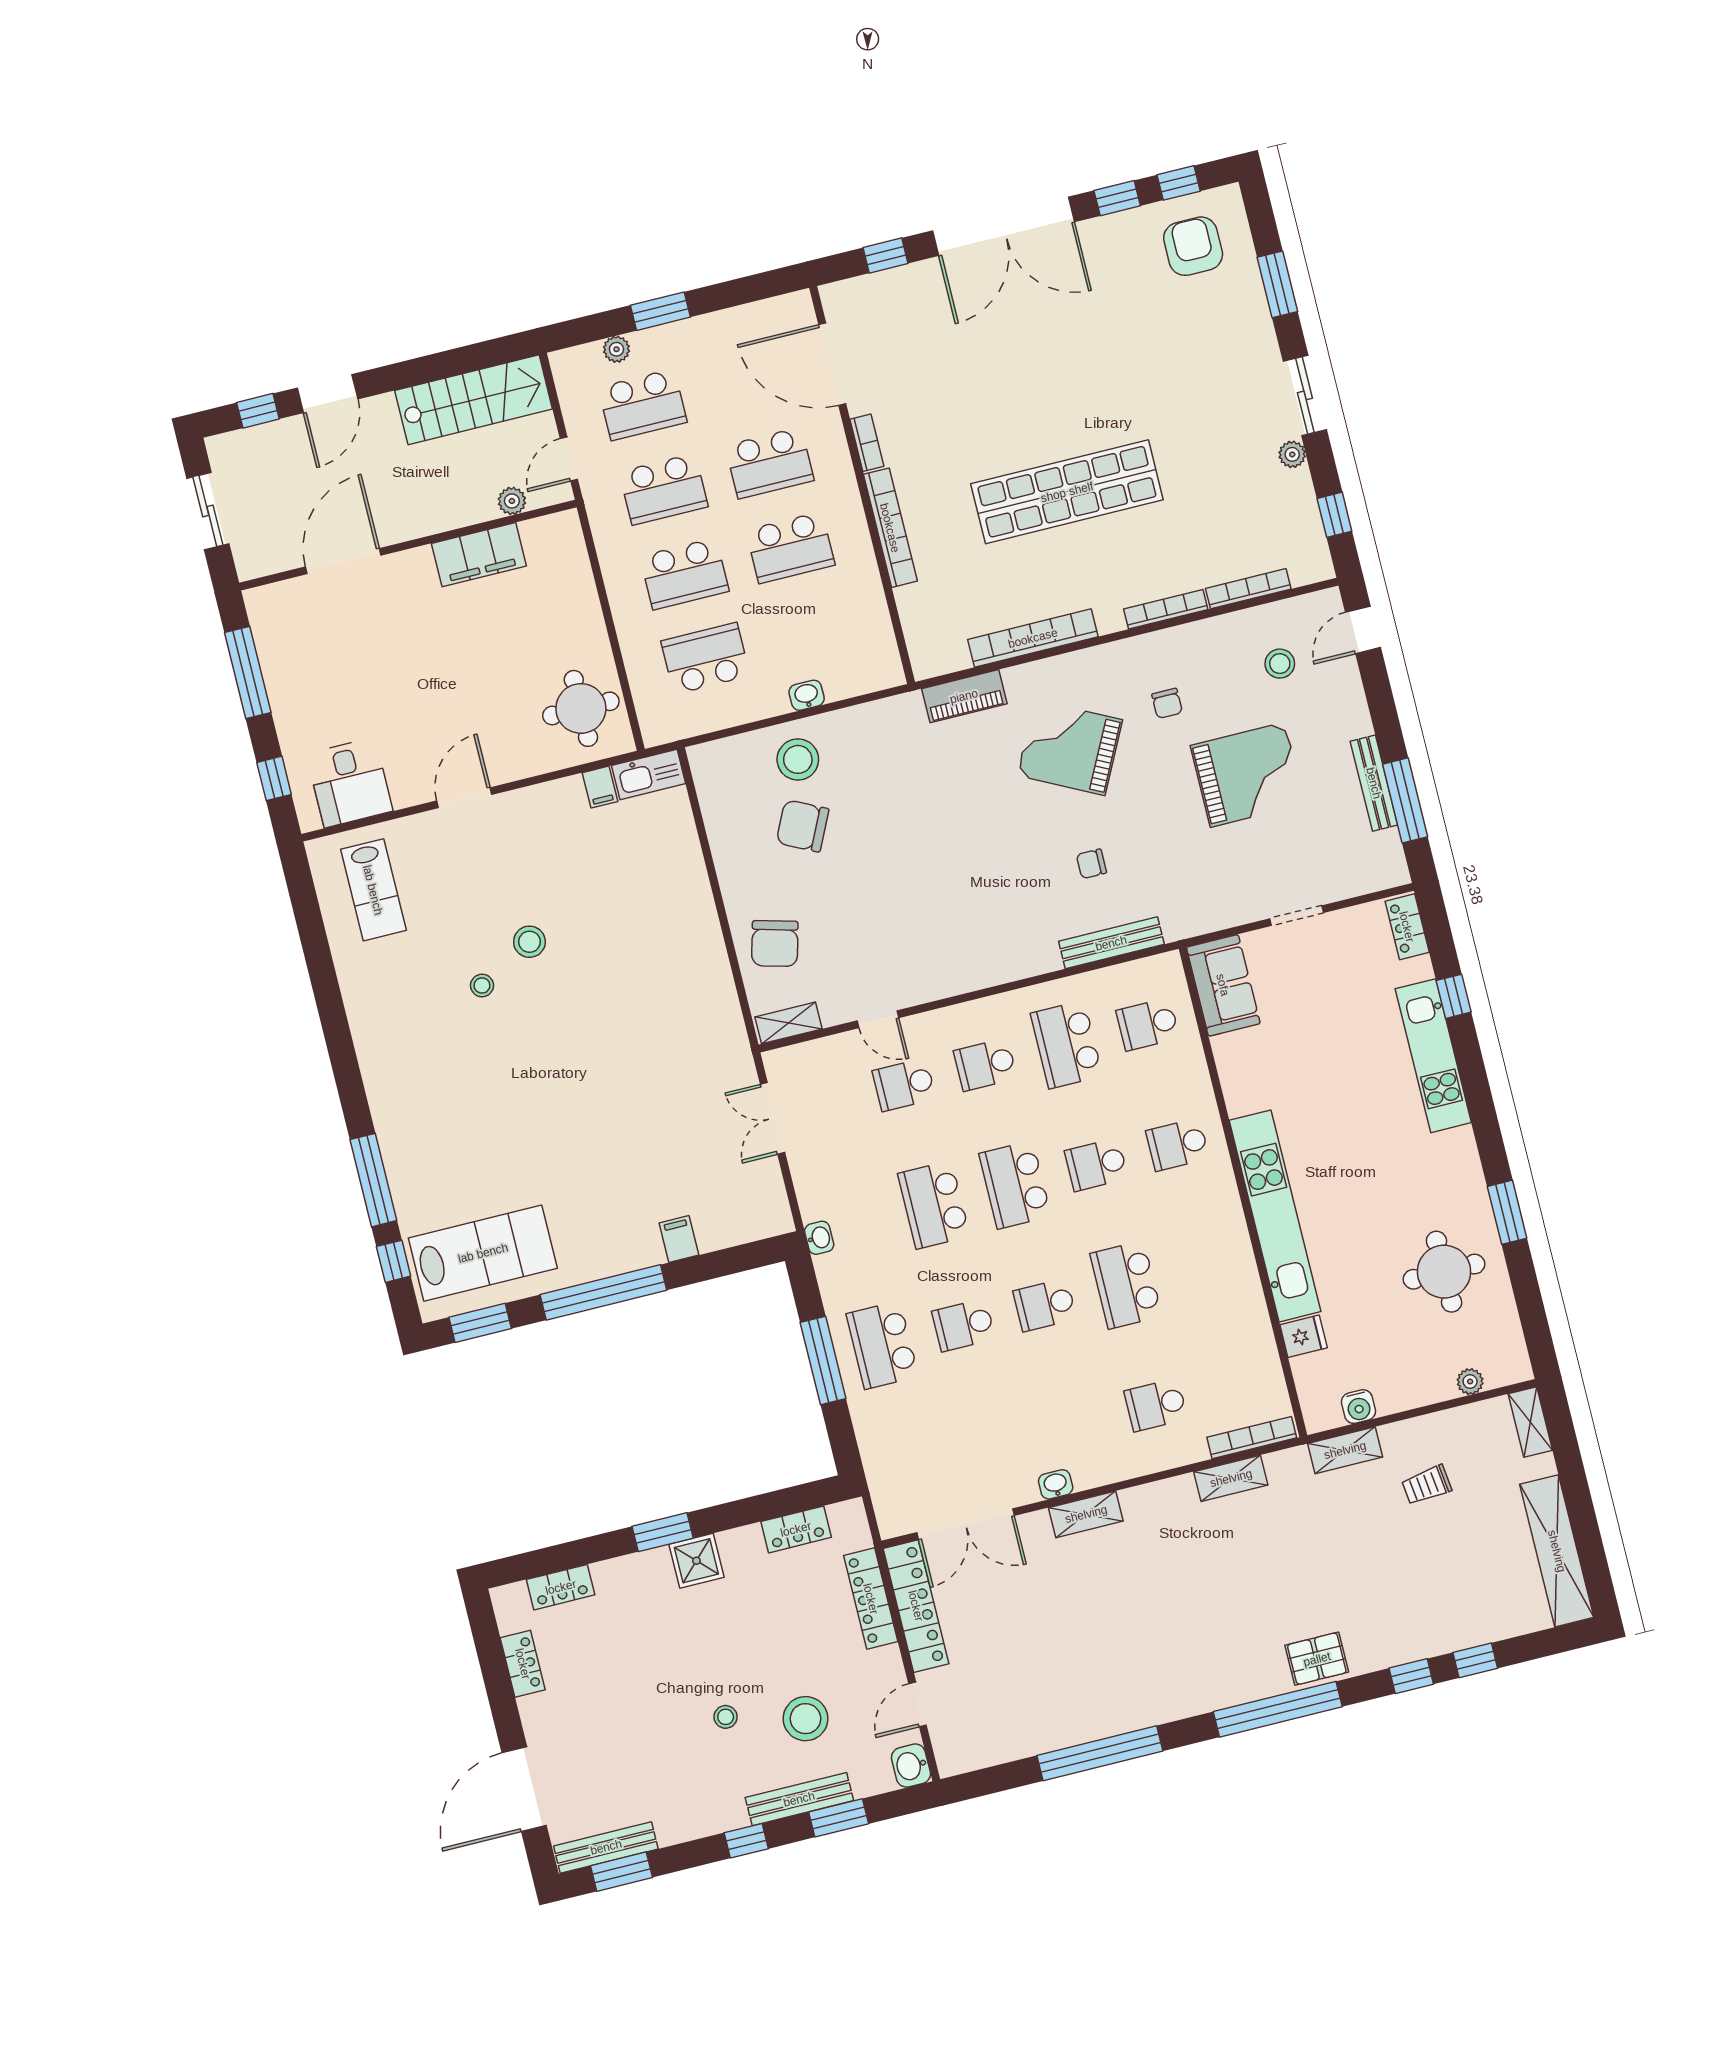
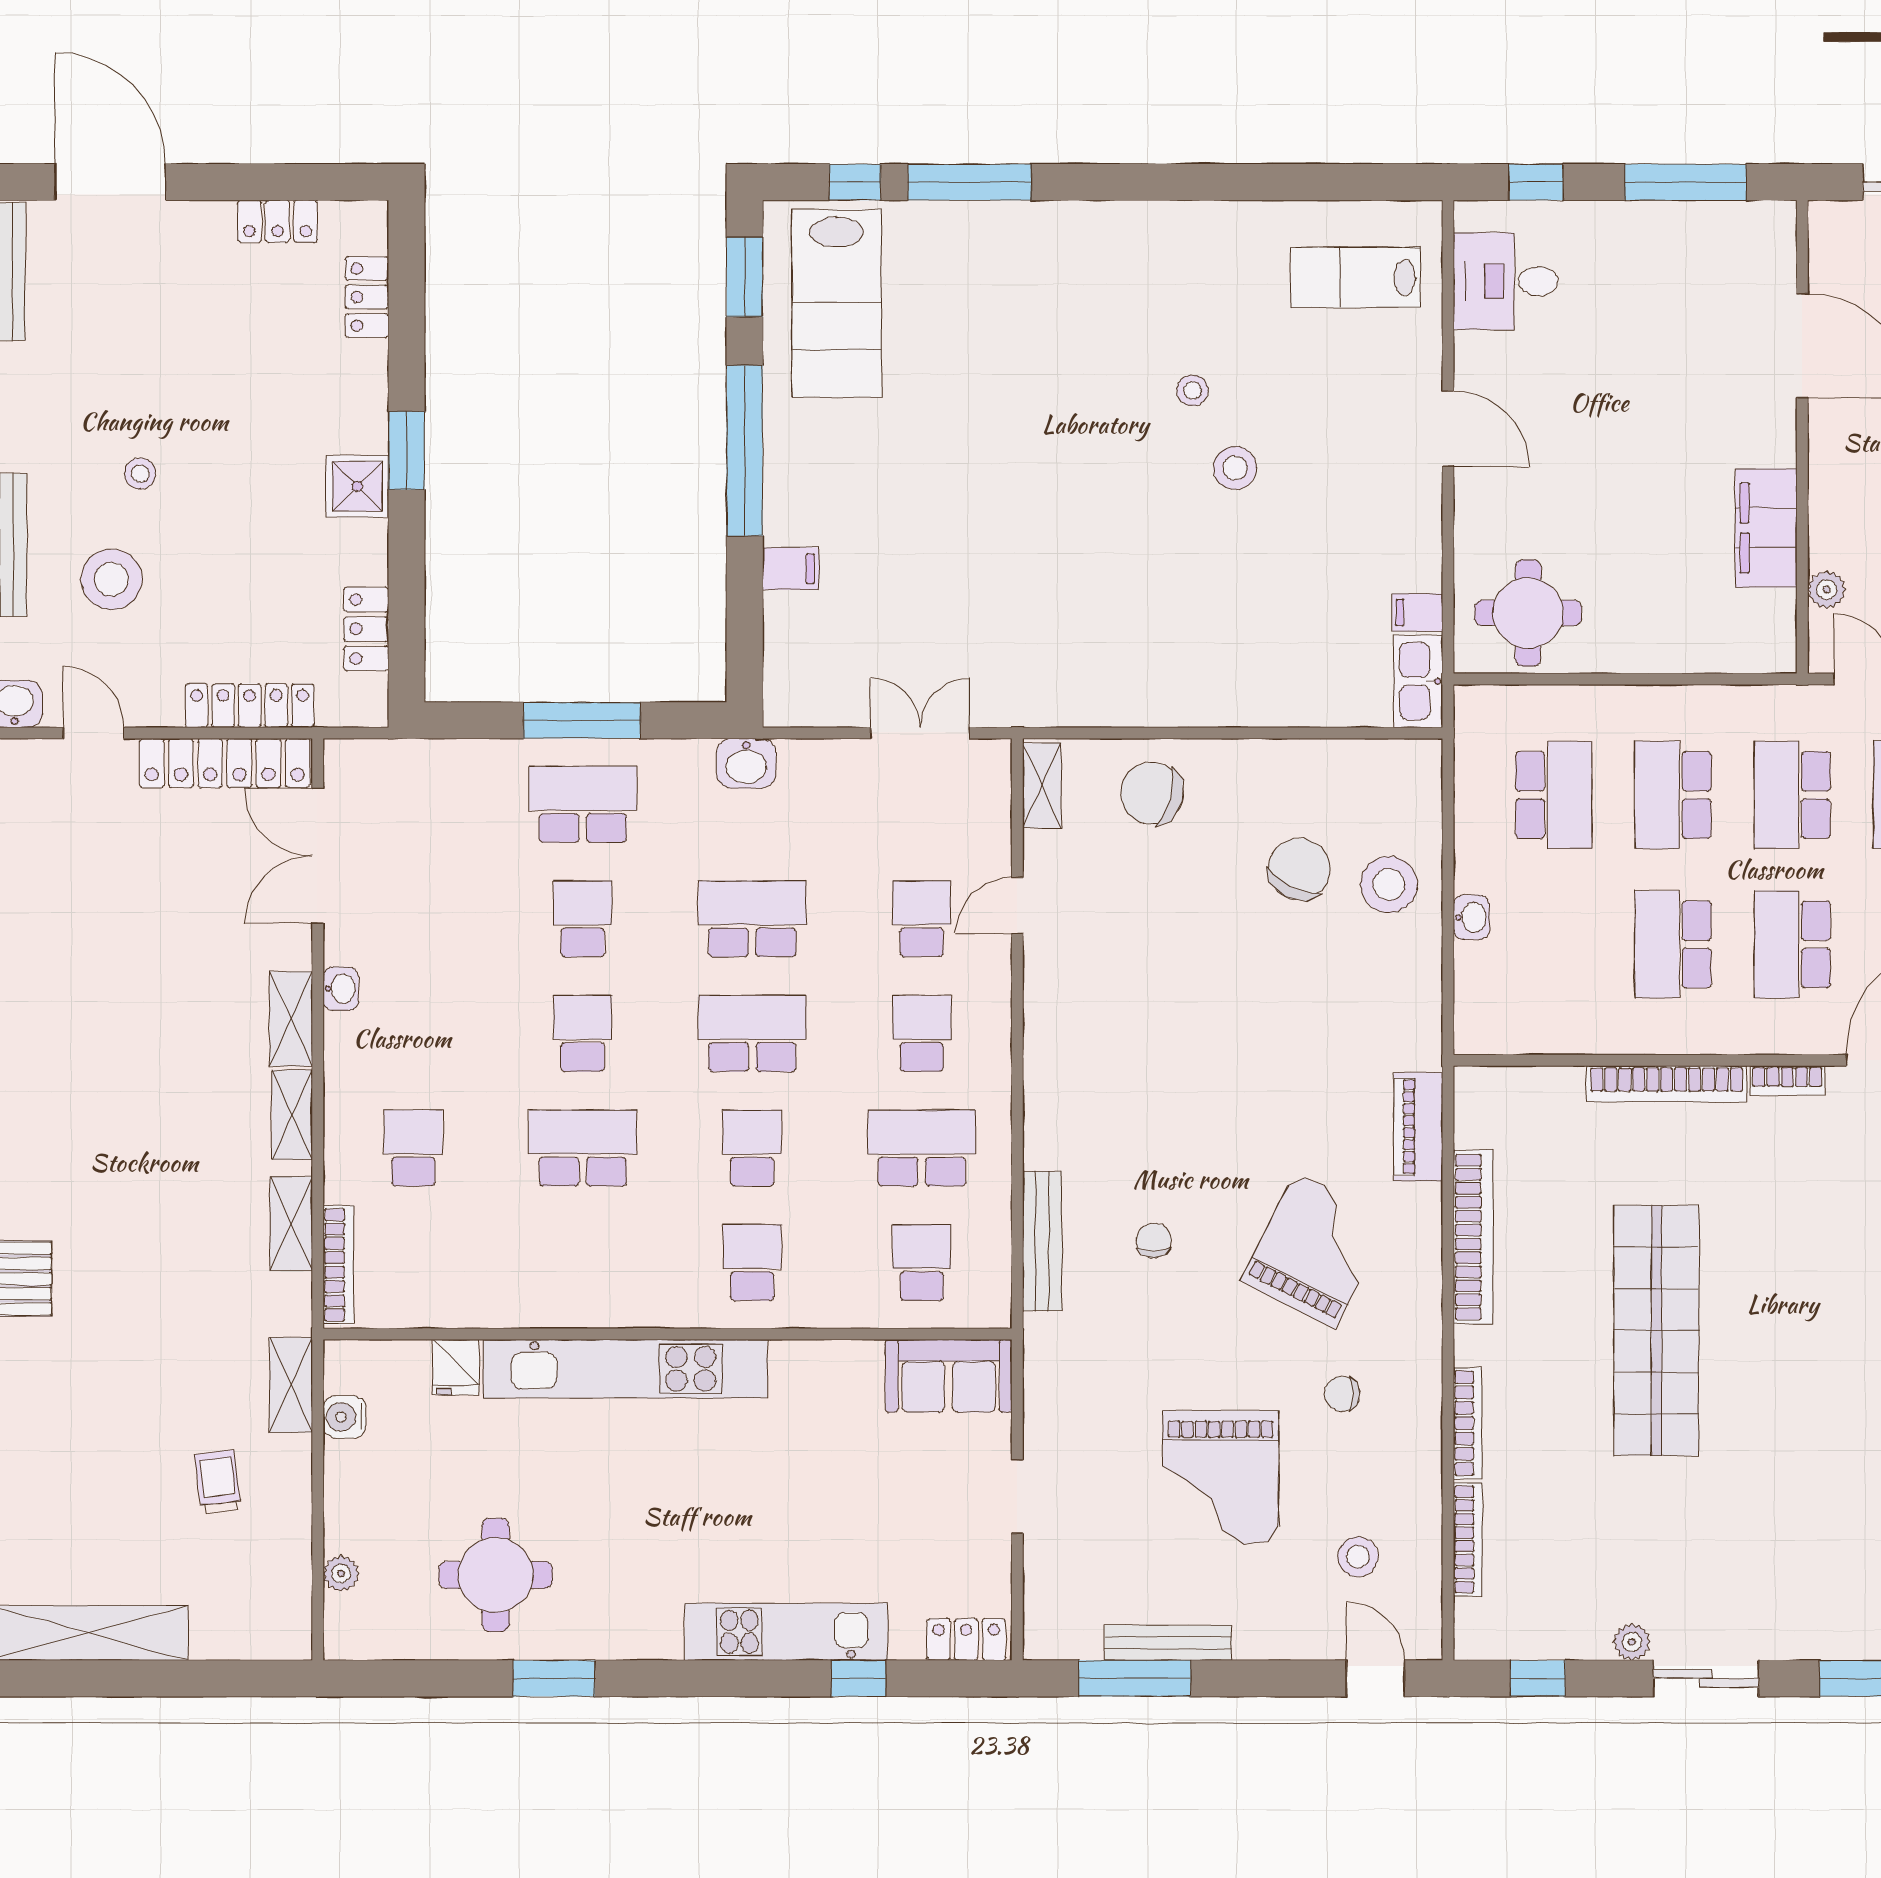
washbasin: (819, 1238) -> (746, 763), width x1.38, depth x1.45
shelving: (1530, 1422) -> (292, 1115), moved, turned 90

